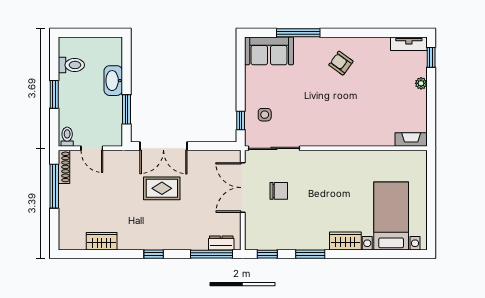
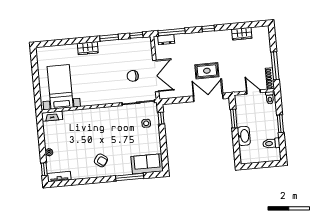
bed with nightstands: (391, 216) -> (60, 87), moved, turned 180

